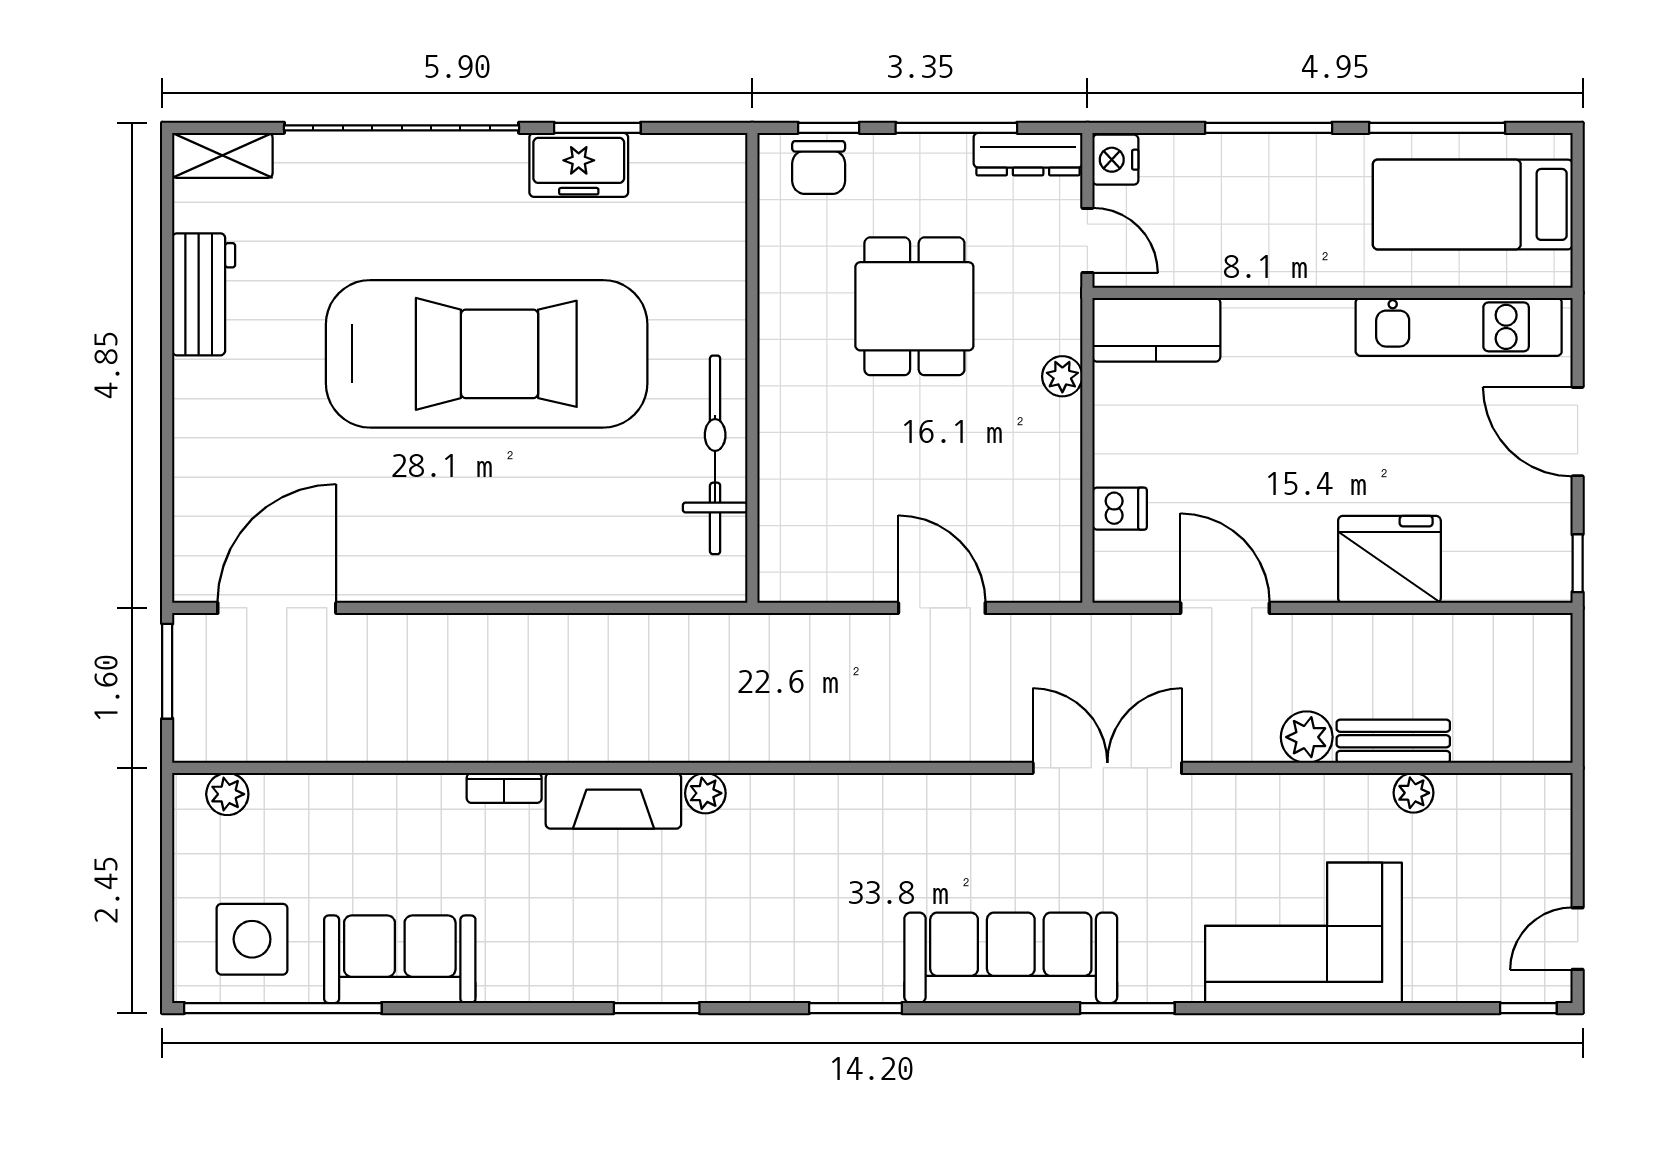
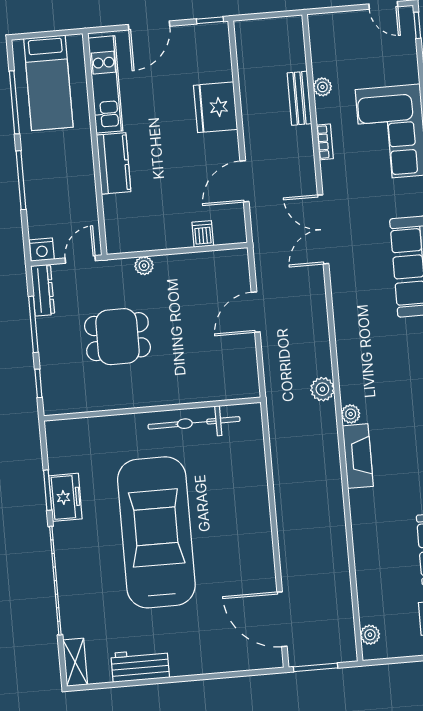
chair: (819, 167) -> (57, 386), removed
kitchen counter: (1156, 330) -> (114, 163), moved
plant: (1307, 737) -> (322, 389), moved
bookcase: (504, 788) -> (325, 142), moved

